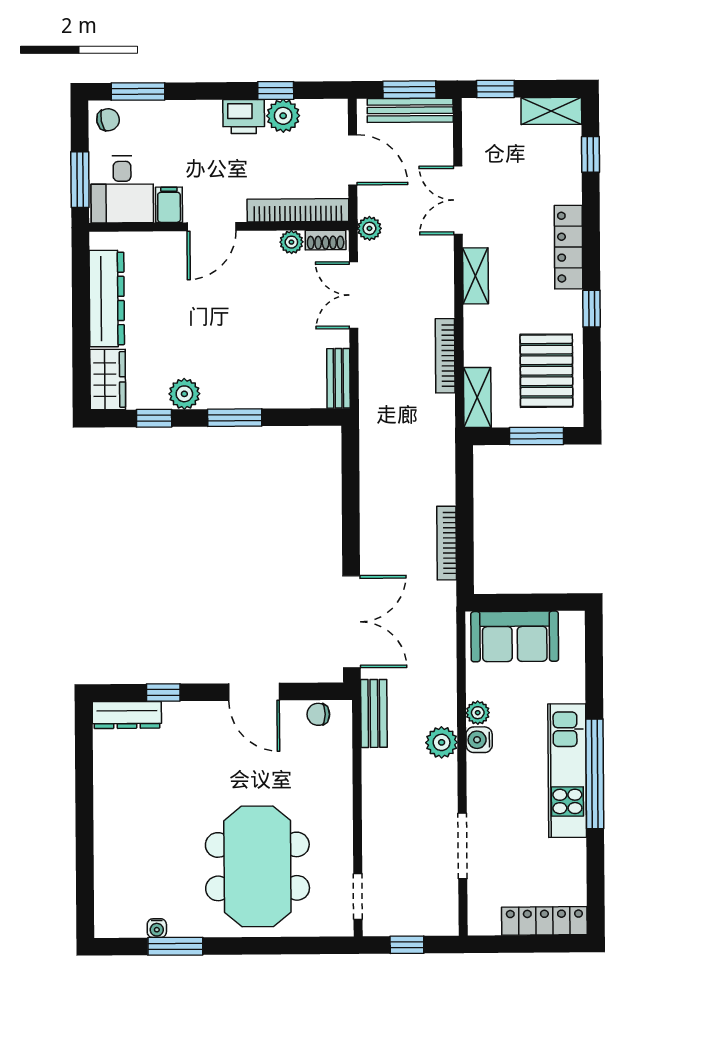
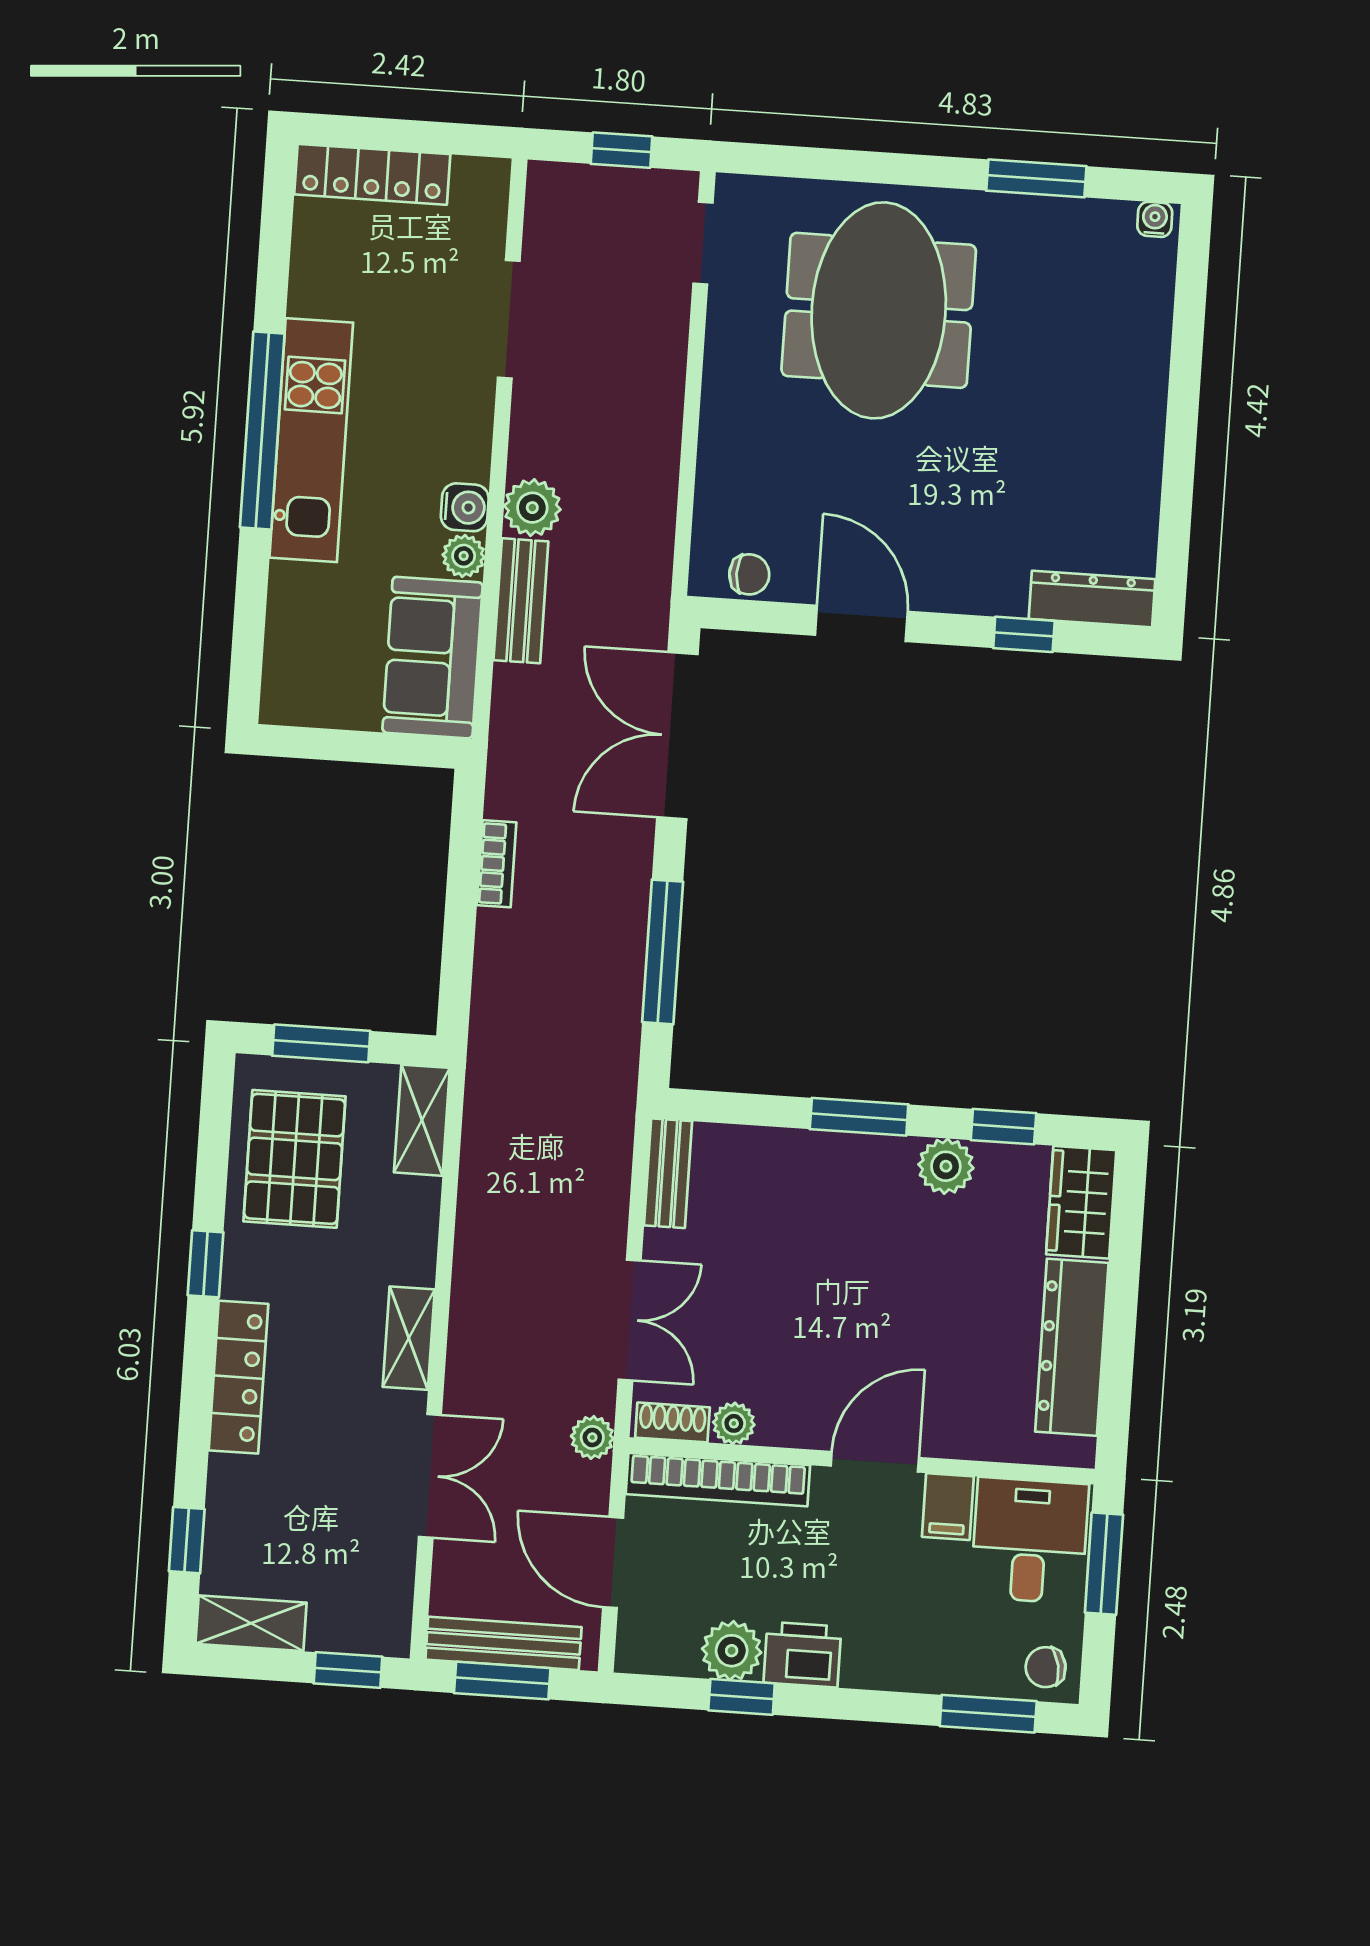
bookcase: (445, 356) -> (474, 1199), removed
window: (351, 501) -> (663, 952), added
bookcase: (447, 543) -> (497, 864), width x0.64
sofa: (515, 636) -> (433, 658), moved, turned -90
bench: (374, 713) -> (521, 601), moved
water cooler: (157, 928) -> (1155, 219), moved

